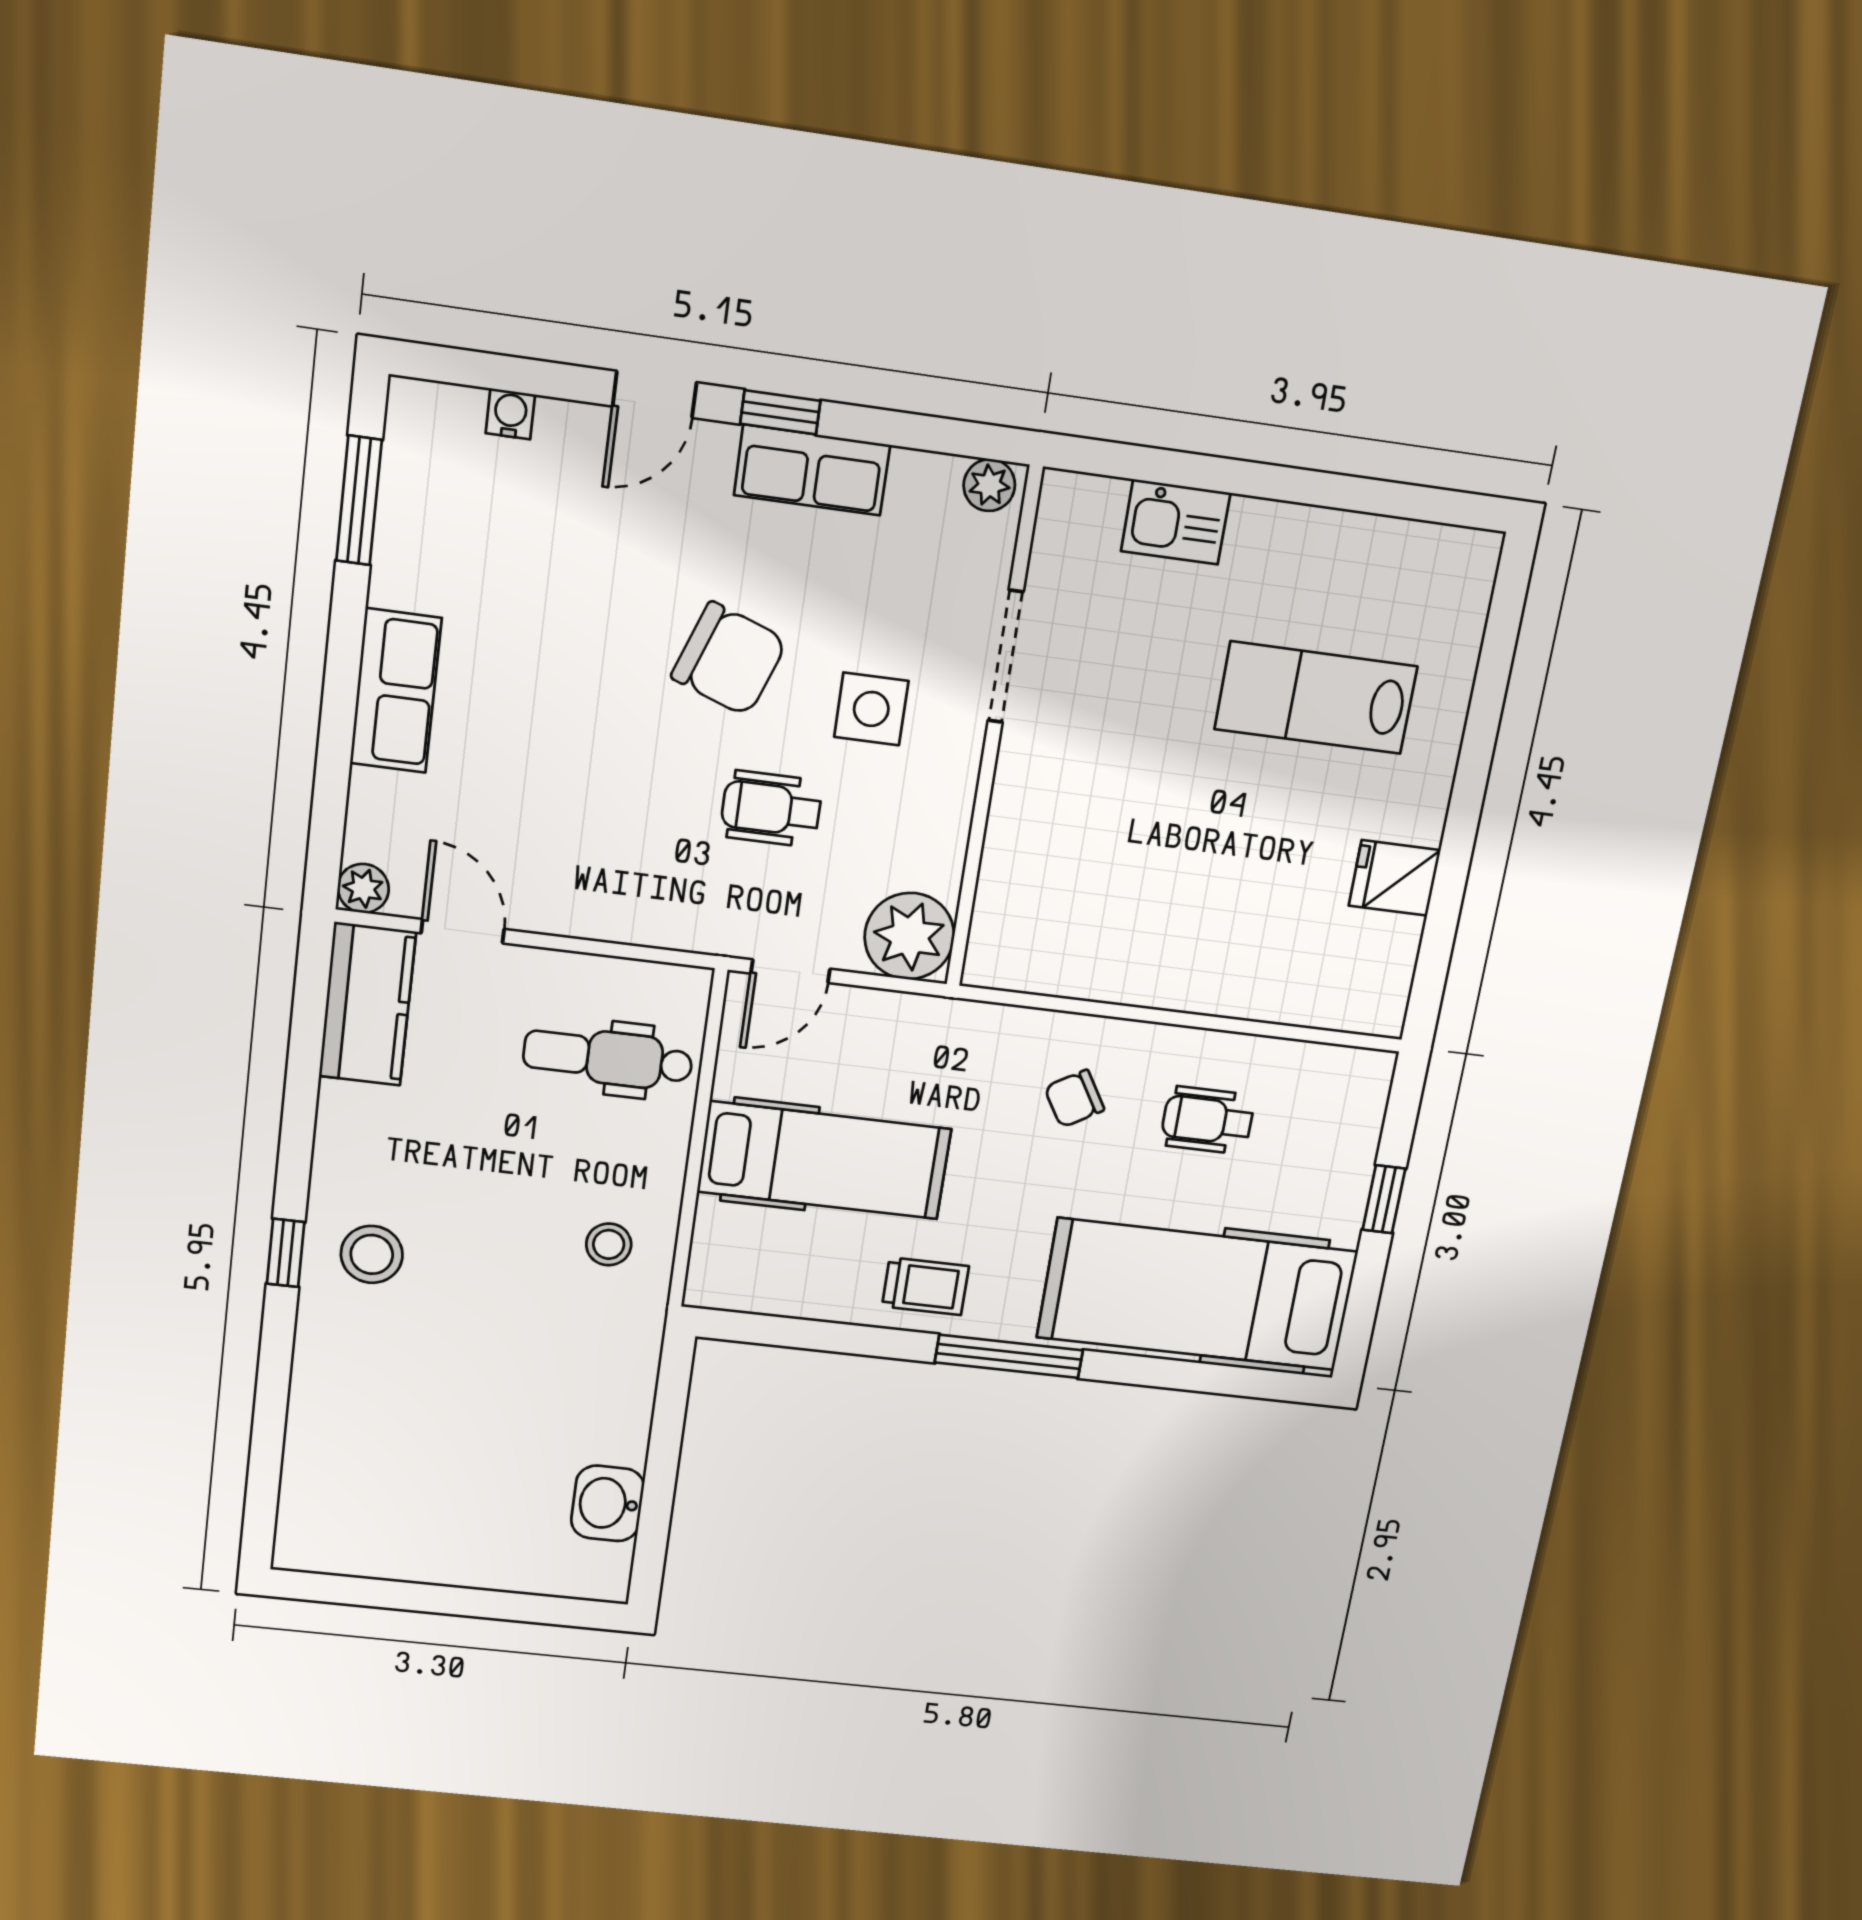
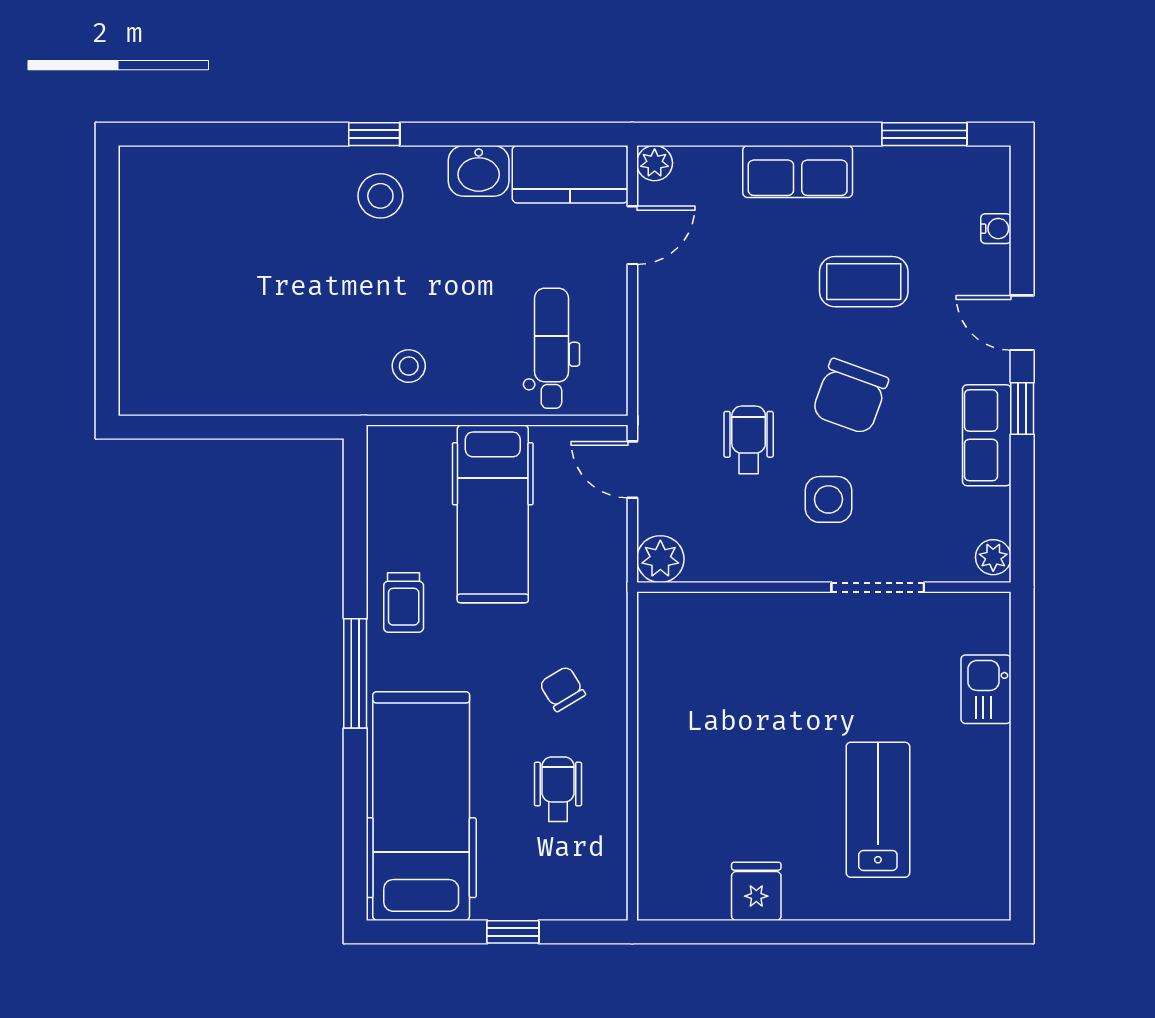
coffee table: (566, 618) -> (864, 282), added
plant: (909, 936) -> (660, 559), width x0.73, depth x0.73
washbasin: (607, 1503) -> (479, 171), moved, turned 180

